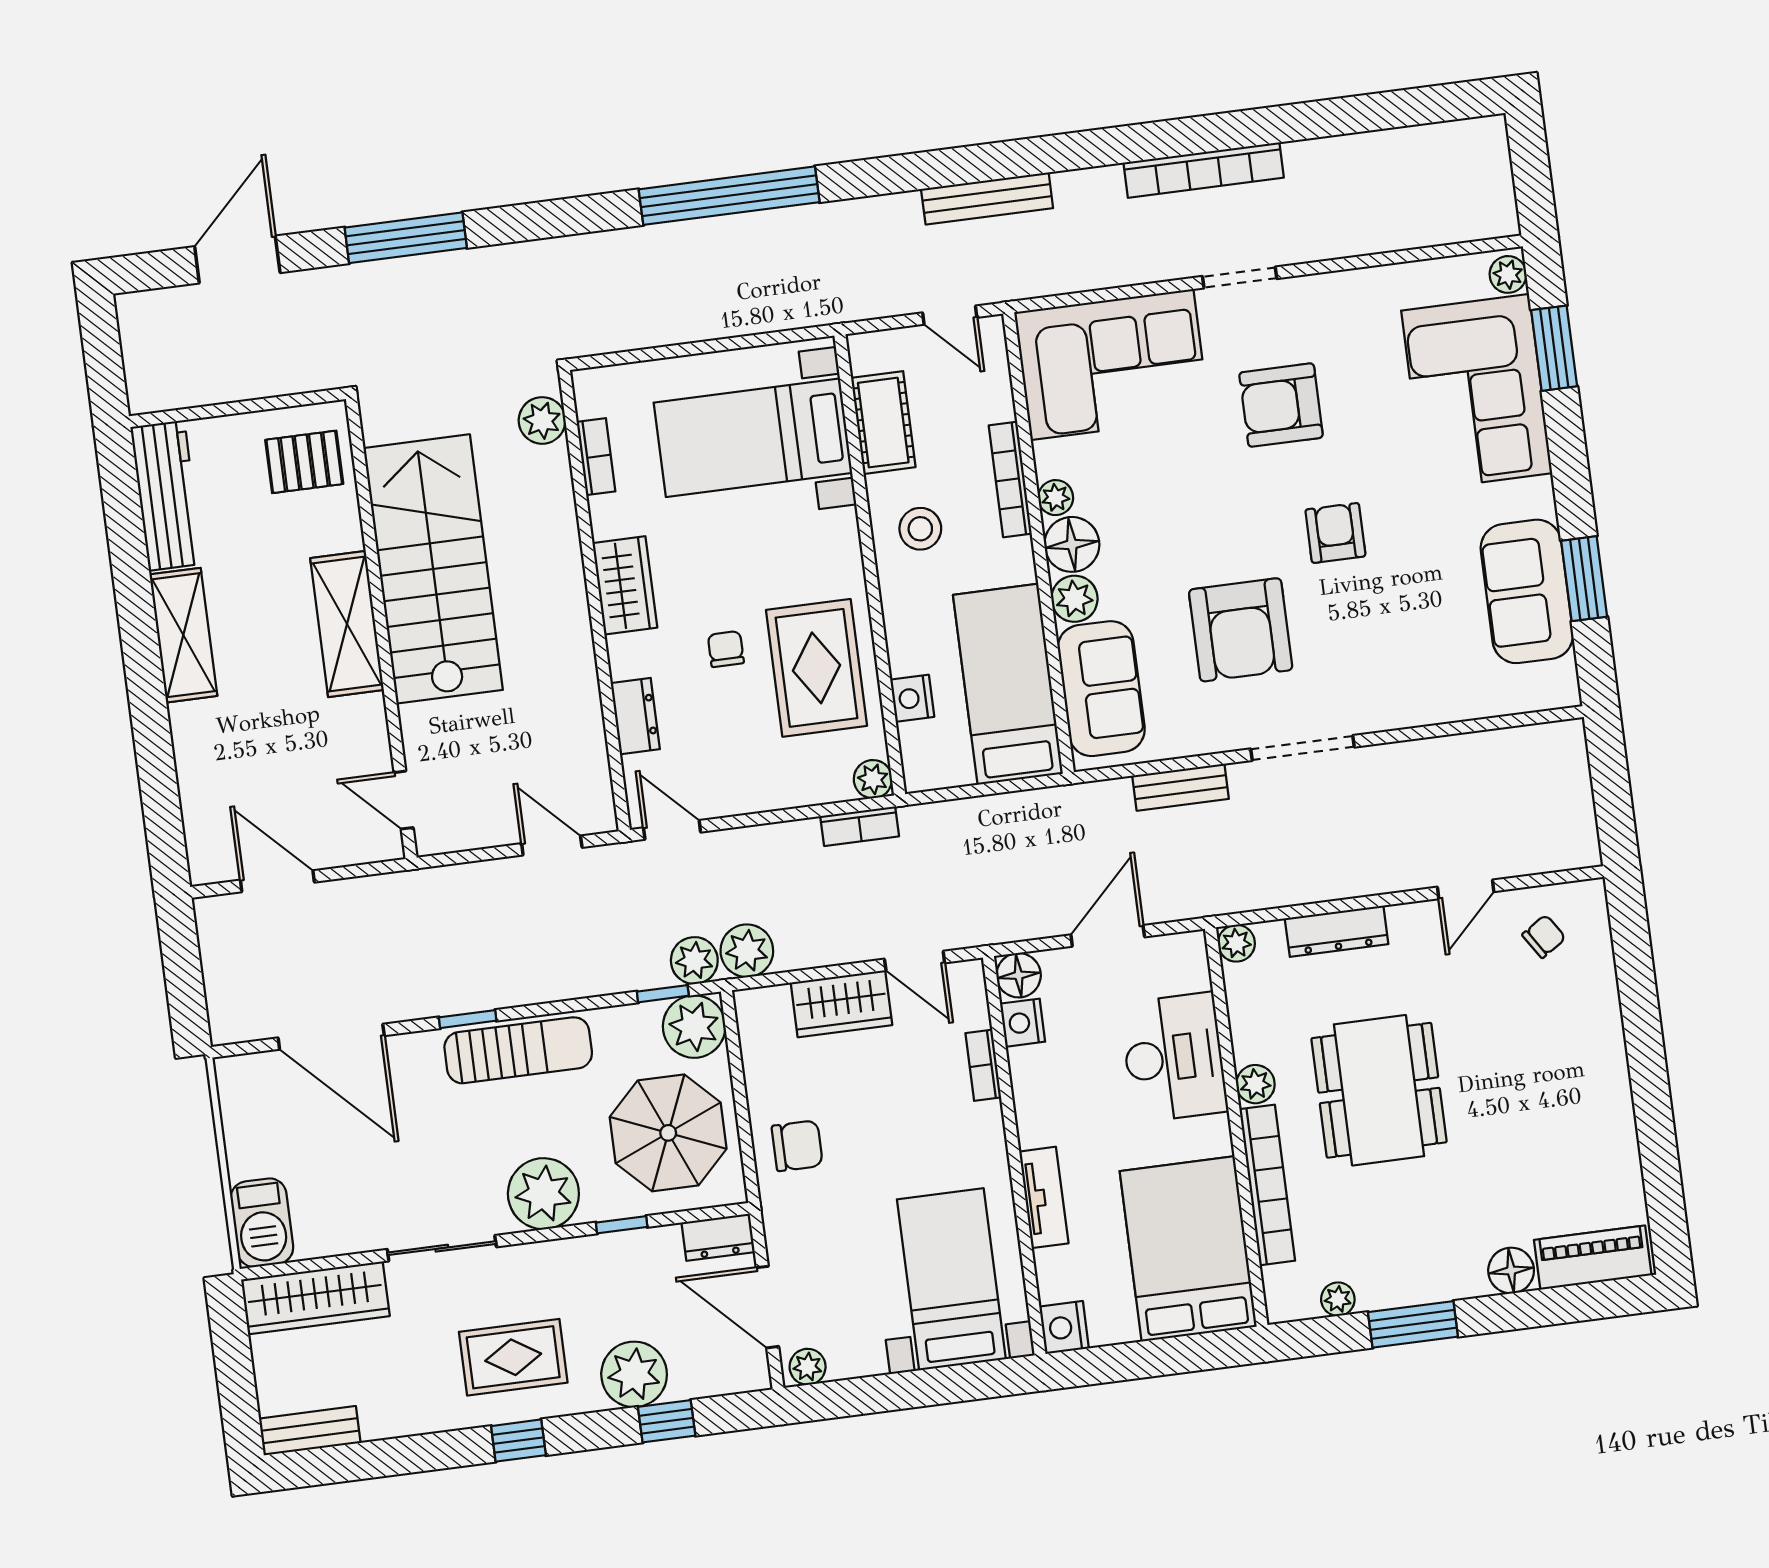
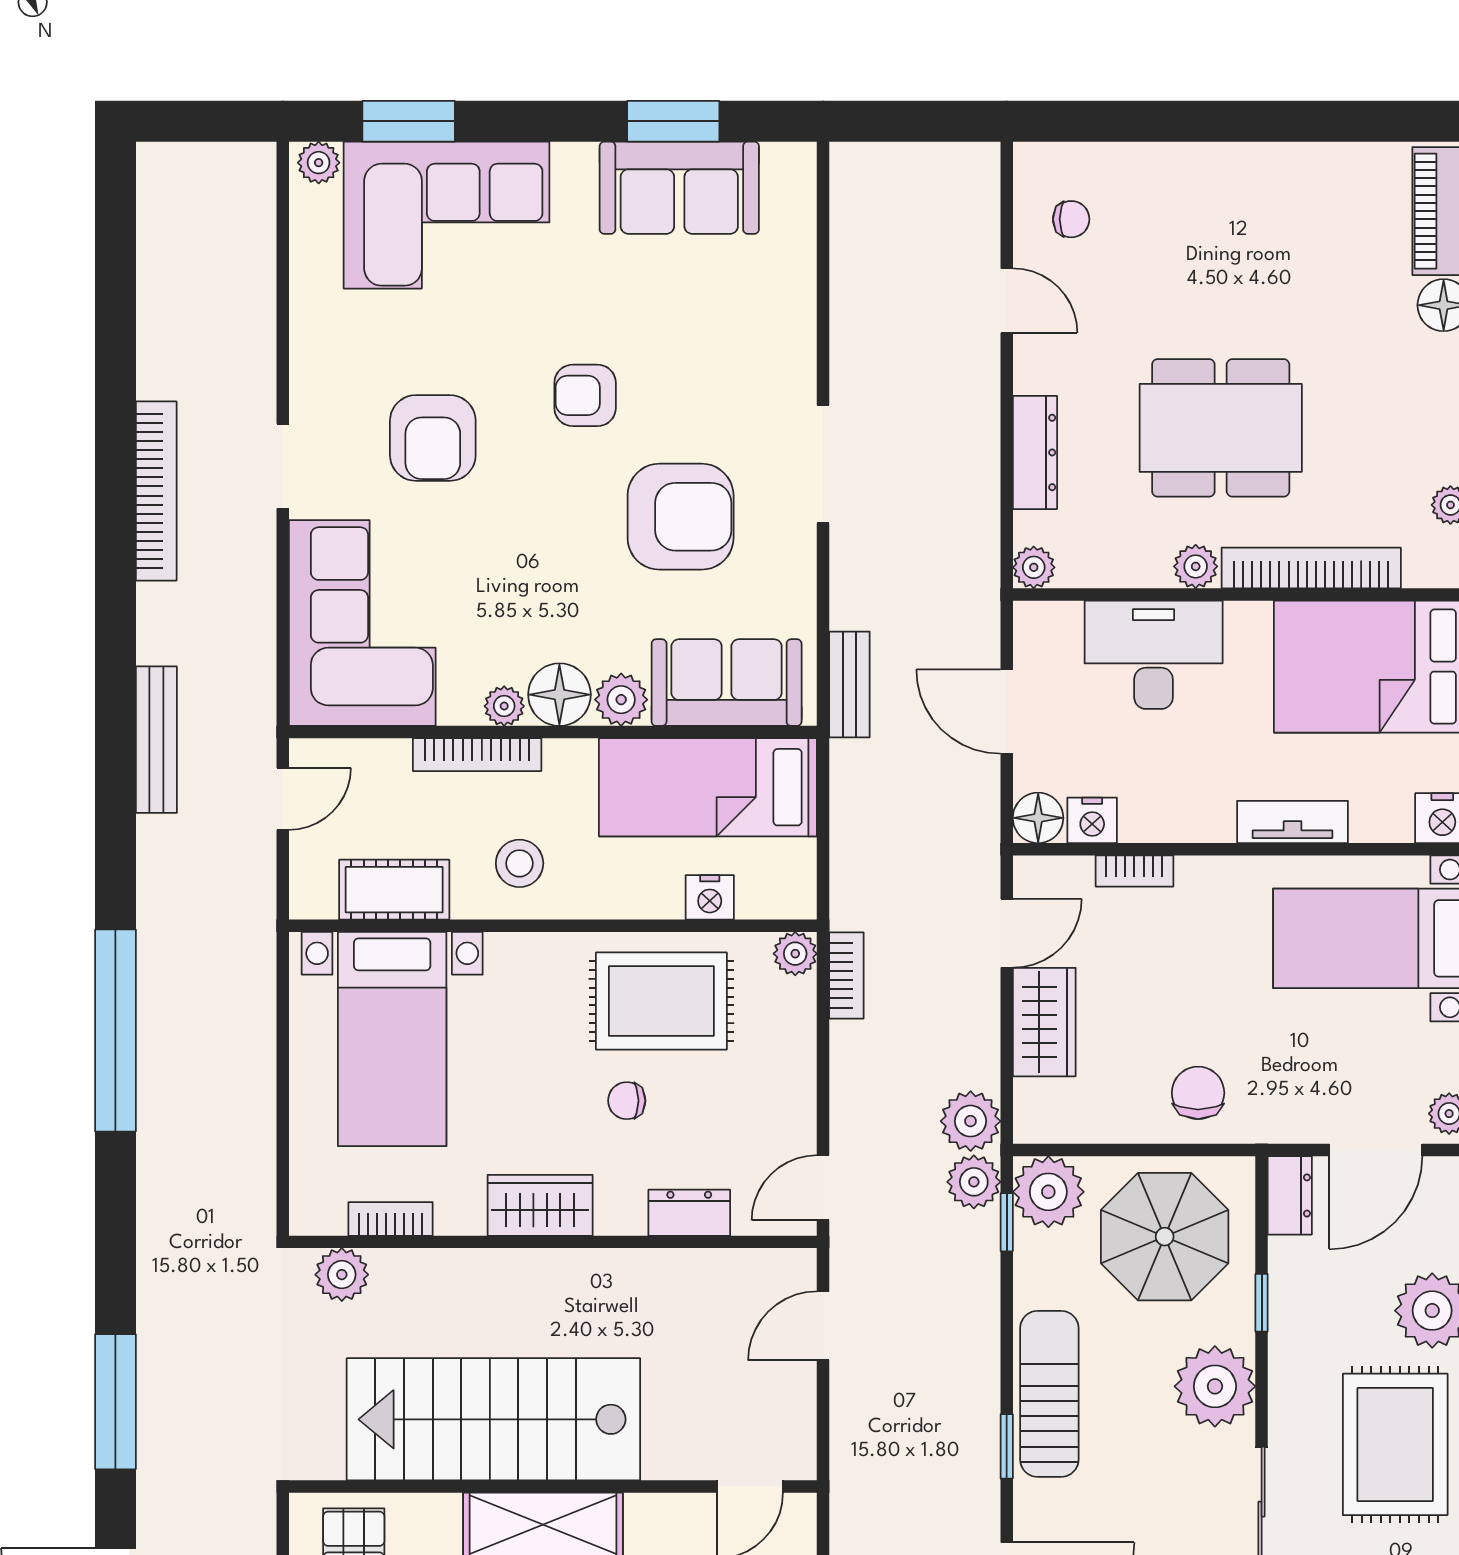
bench: (1181, 787) -> (849, 684), moved
chair: (1544, 936) -> (1071, 219), turned 123
rug: (513, 1357) -> (1395, 1444), width x1.36, depth x1.43

